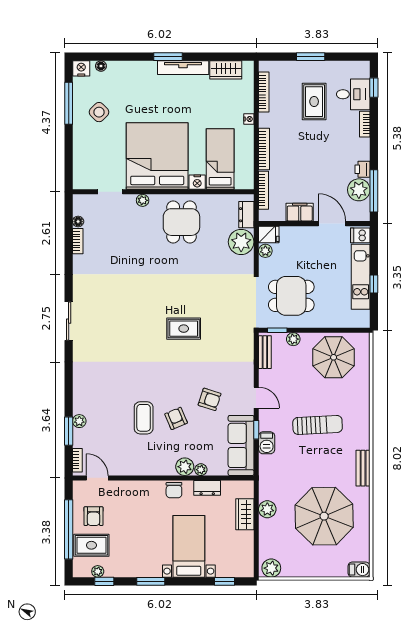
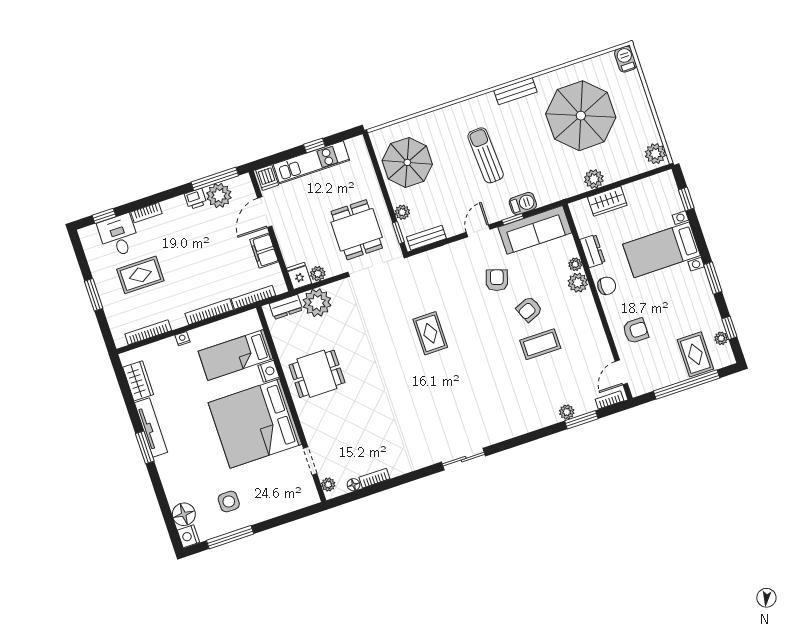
floor lamp: (101, 66) -> (184, 514), width x1.89, depth x1.89
side table: (99, 112) -> (229, 502), turned 45
plant: (143, 200) -> (328, 485), moved
armchair: (94, 516) -> (636, 331), moved

